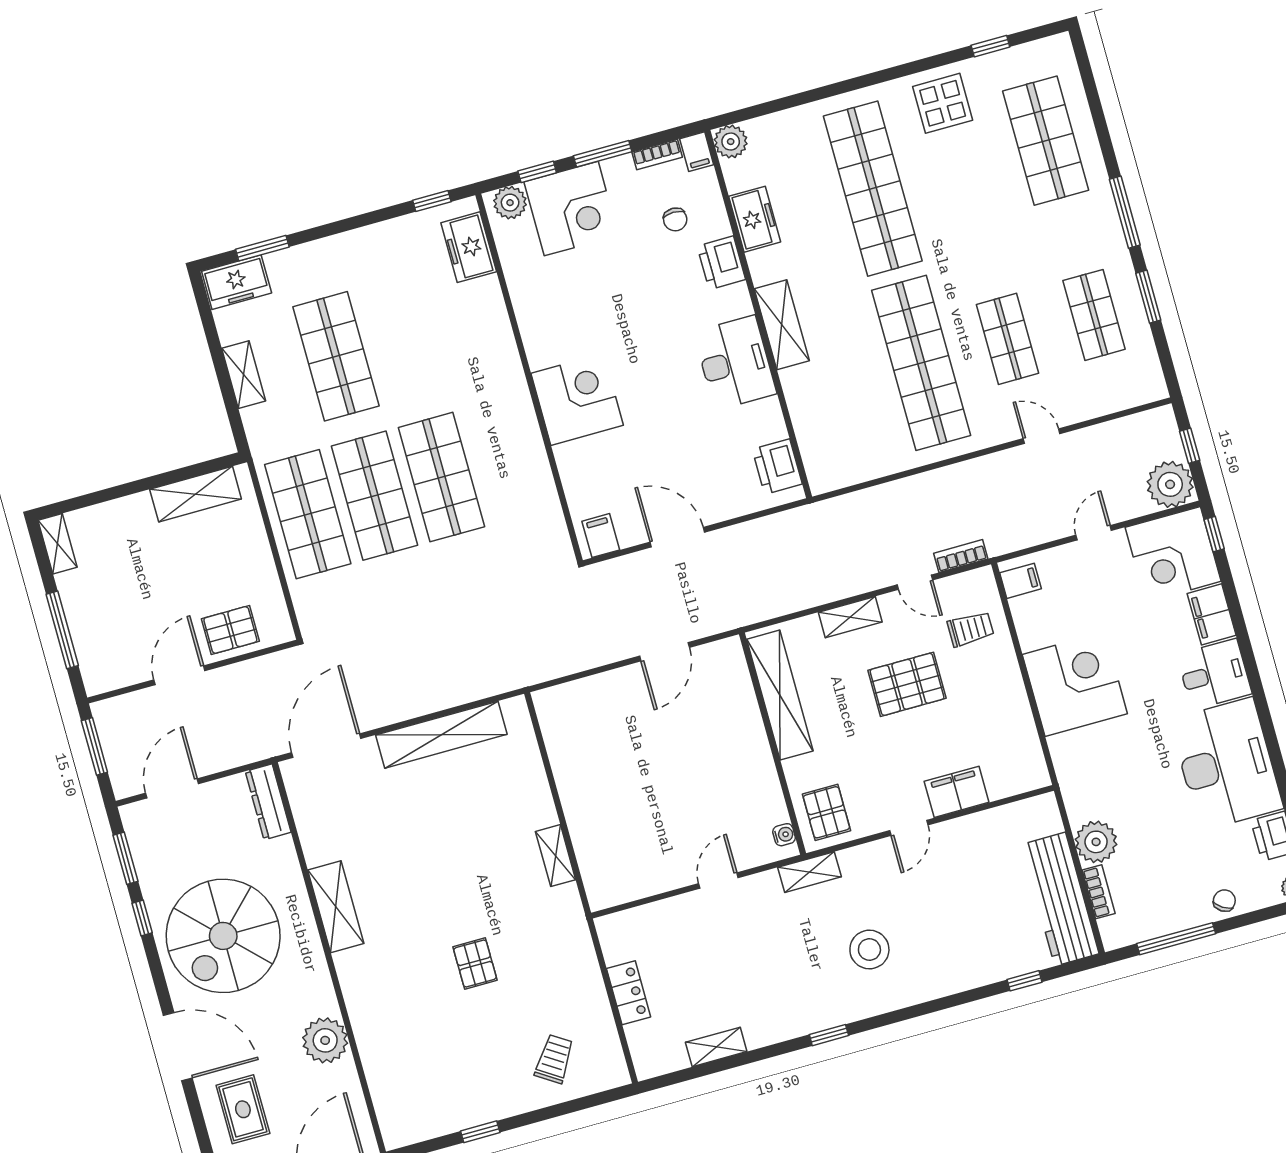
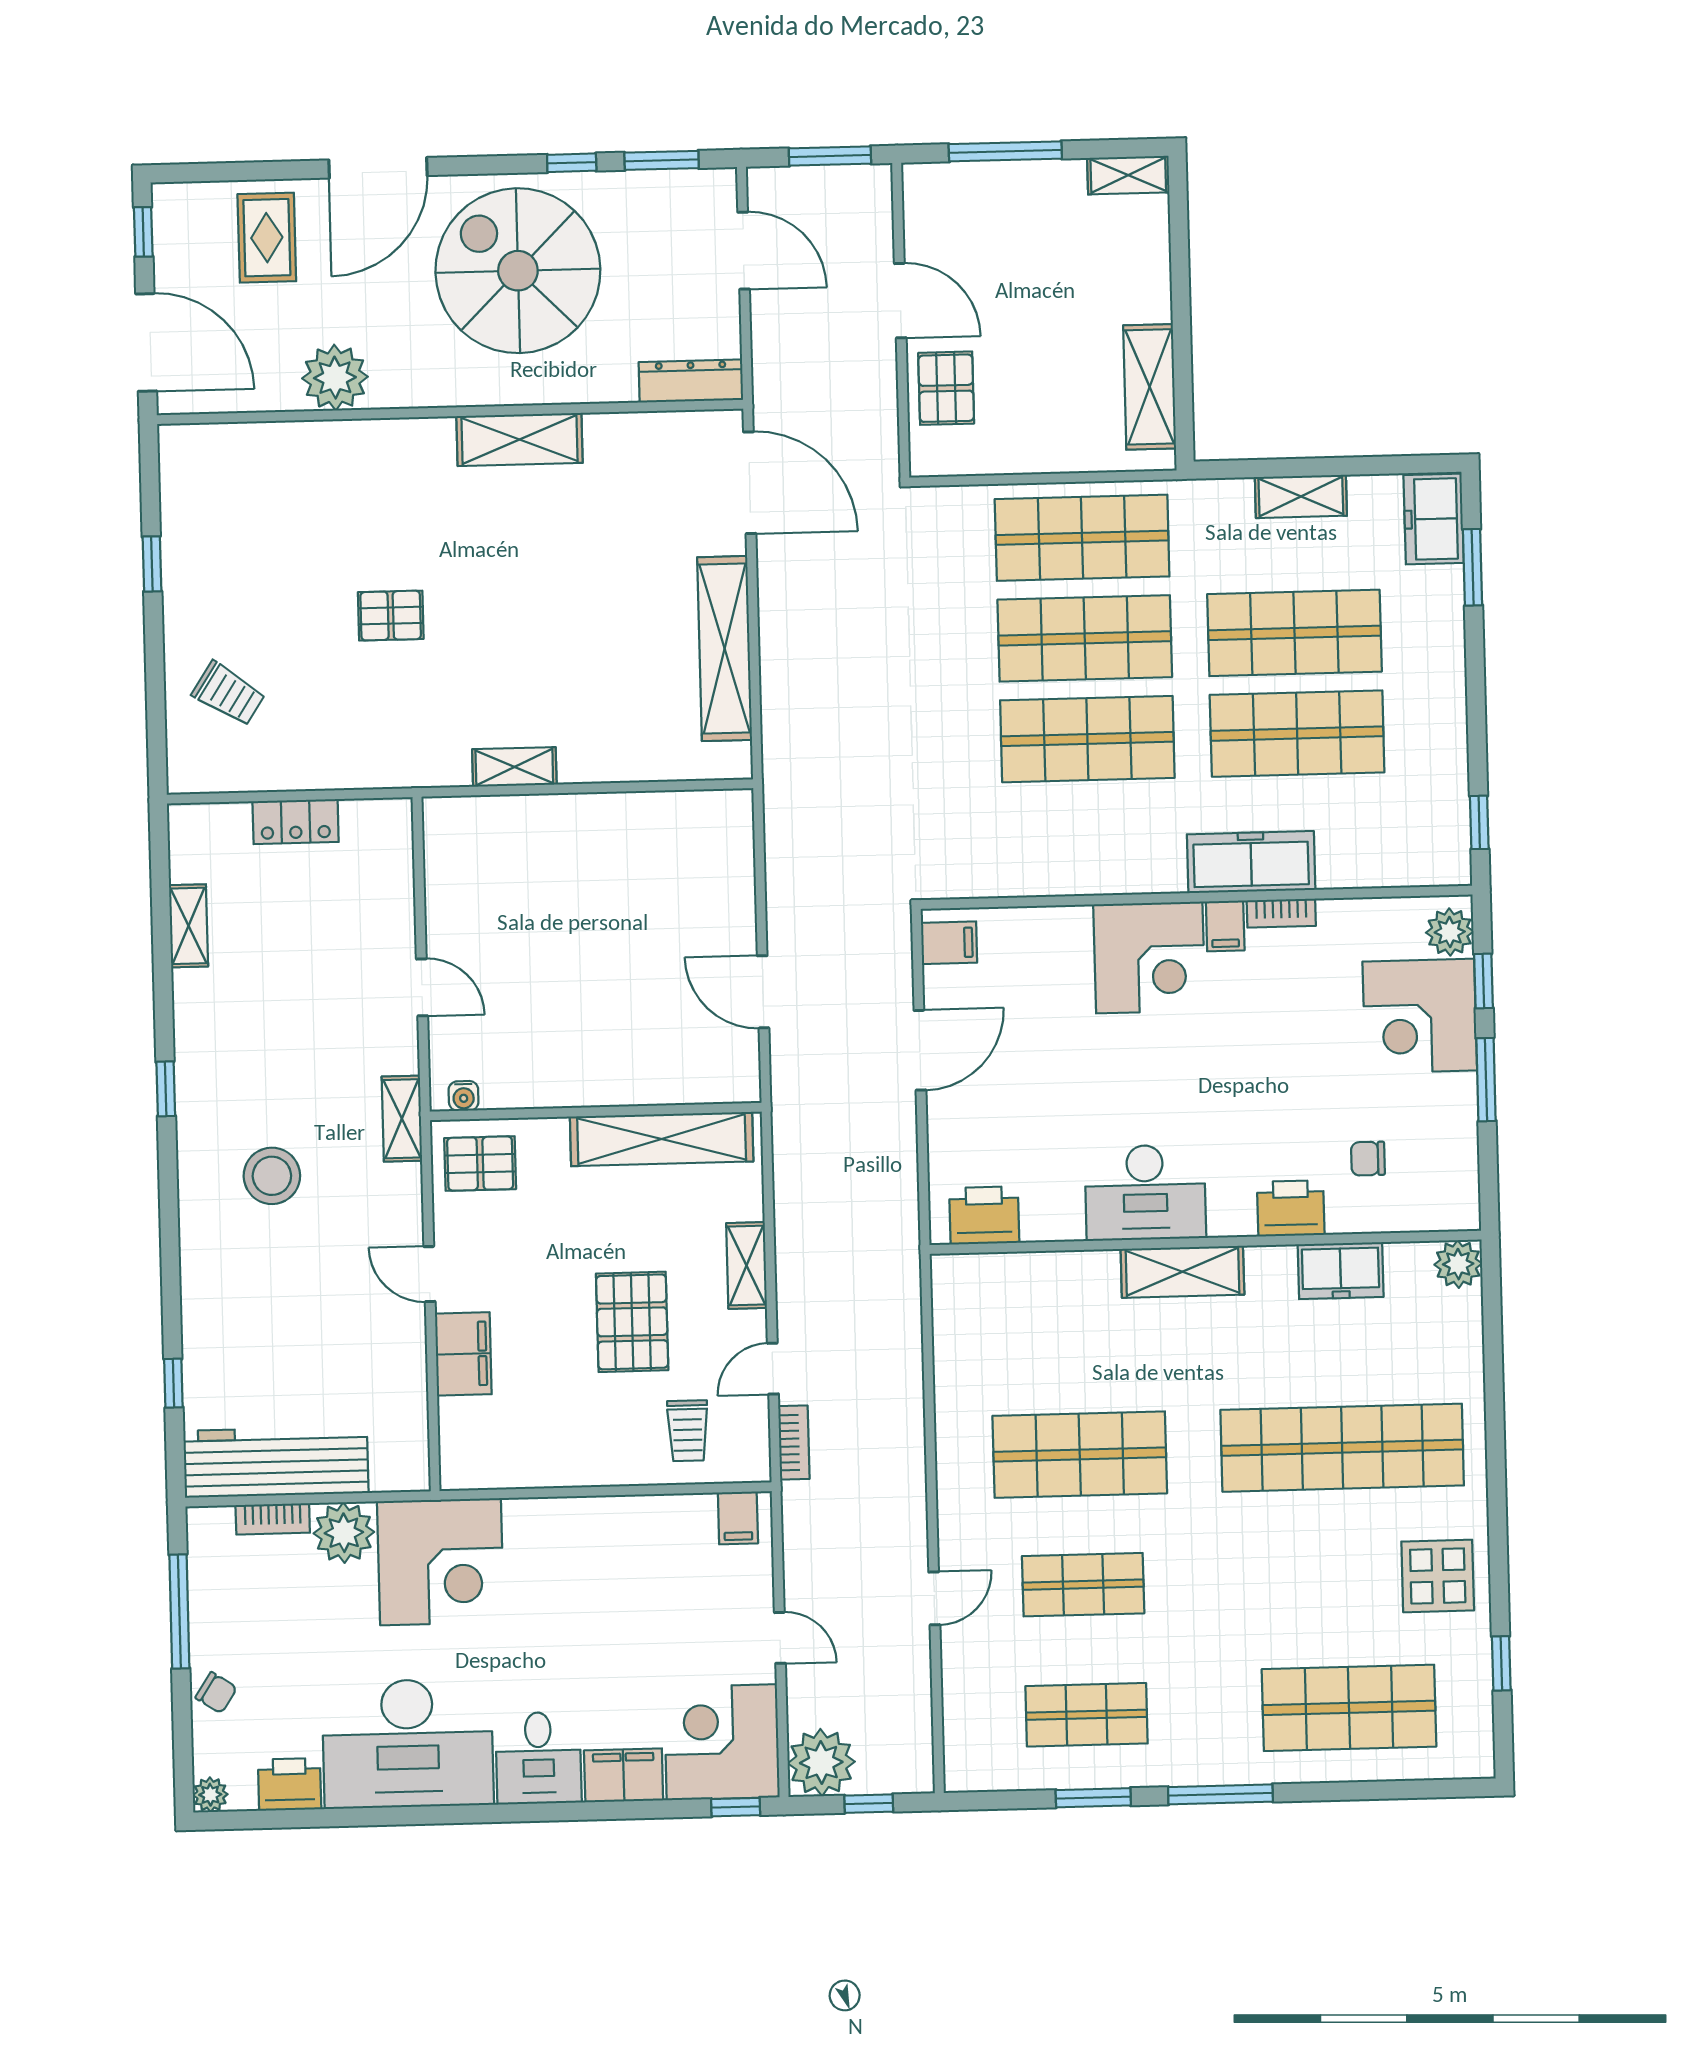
filing cabinet: (697, 152) -> (1225, 926), moved, turned -90
bookcase: (657, 155) -> (1281, 913), moved, turned -90
freezer: (469, 247) -> (1251, 862), moved, width x1.40
shop shelf: (403, 338) -> (1297, 734), added
shop shelf: (921, 363) -> (1080, 1455), width x0.71
corner desk: (1075, 684) -> (441, 1562), moved
rug: (243, 1109) -> (267, 238), turned 90

